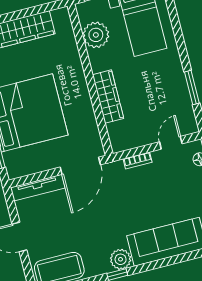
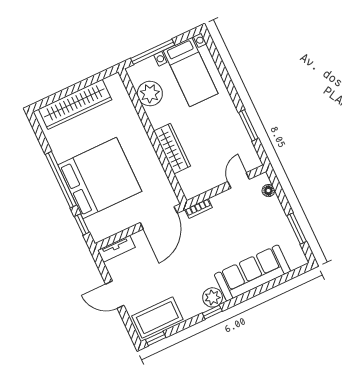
bookcase: (138, 161) -> (199, 209), moved
tv unit: (38, 188) -> (116, 249), width x0.71

